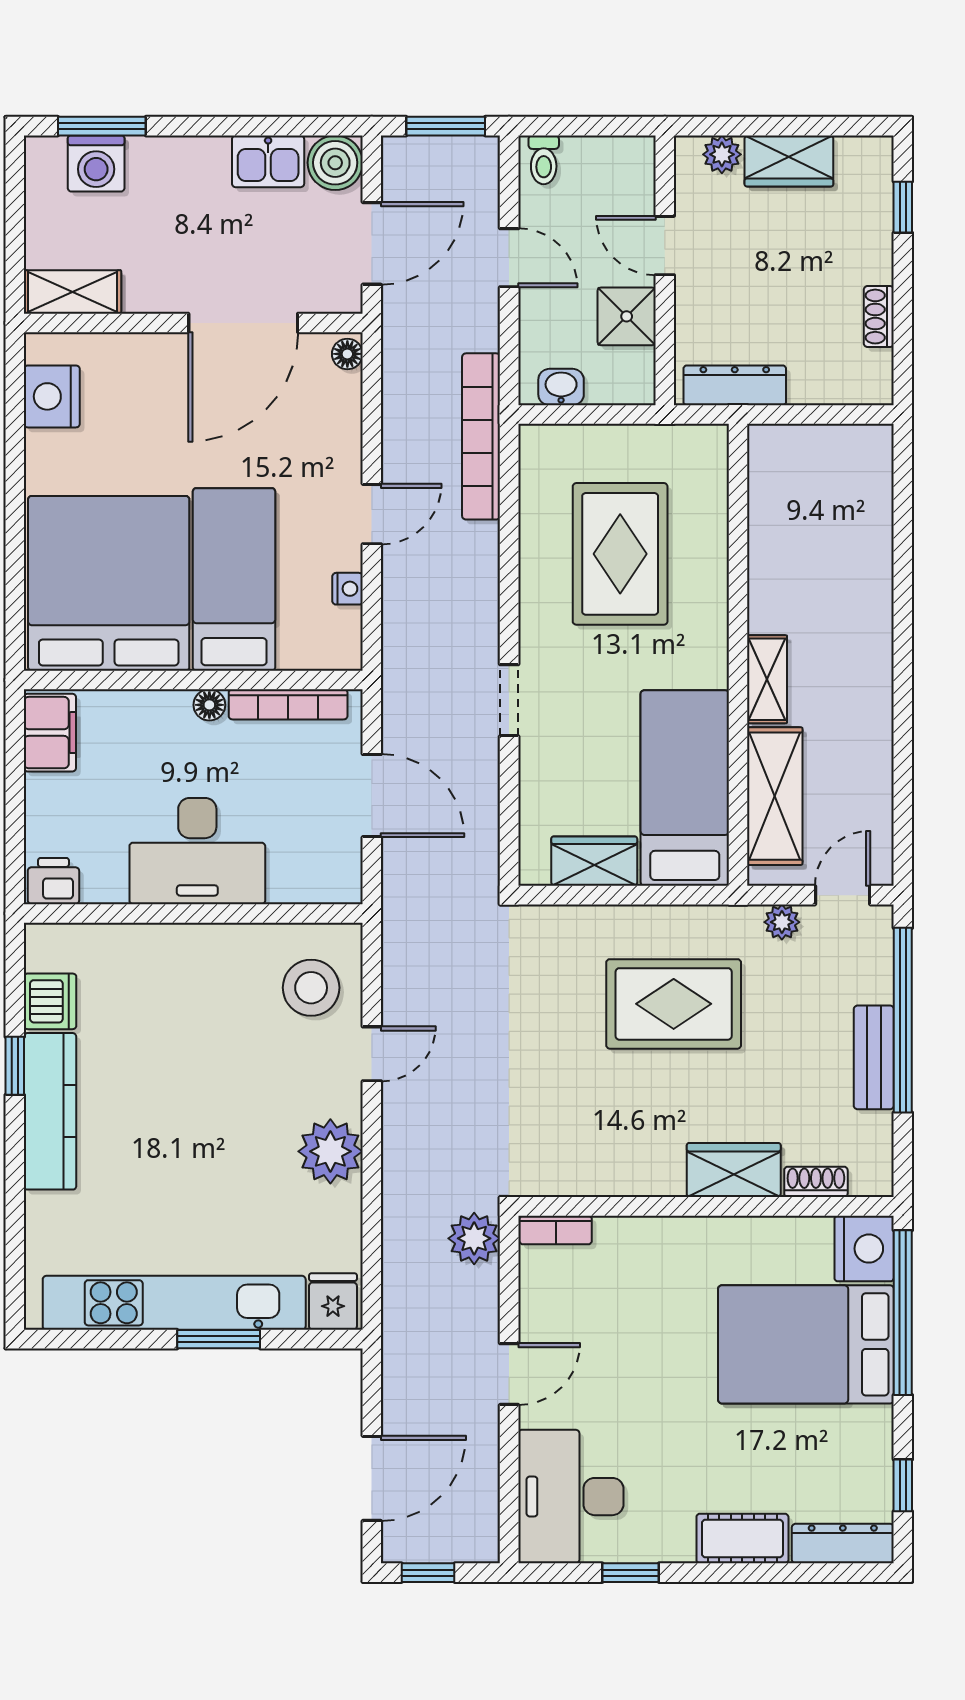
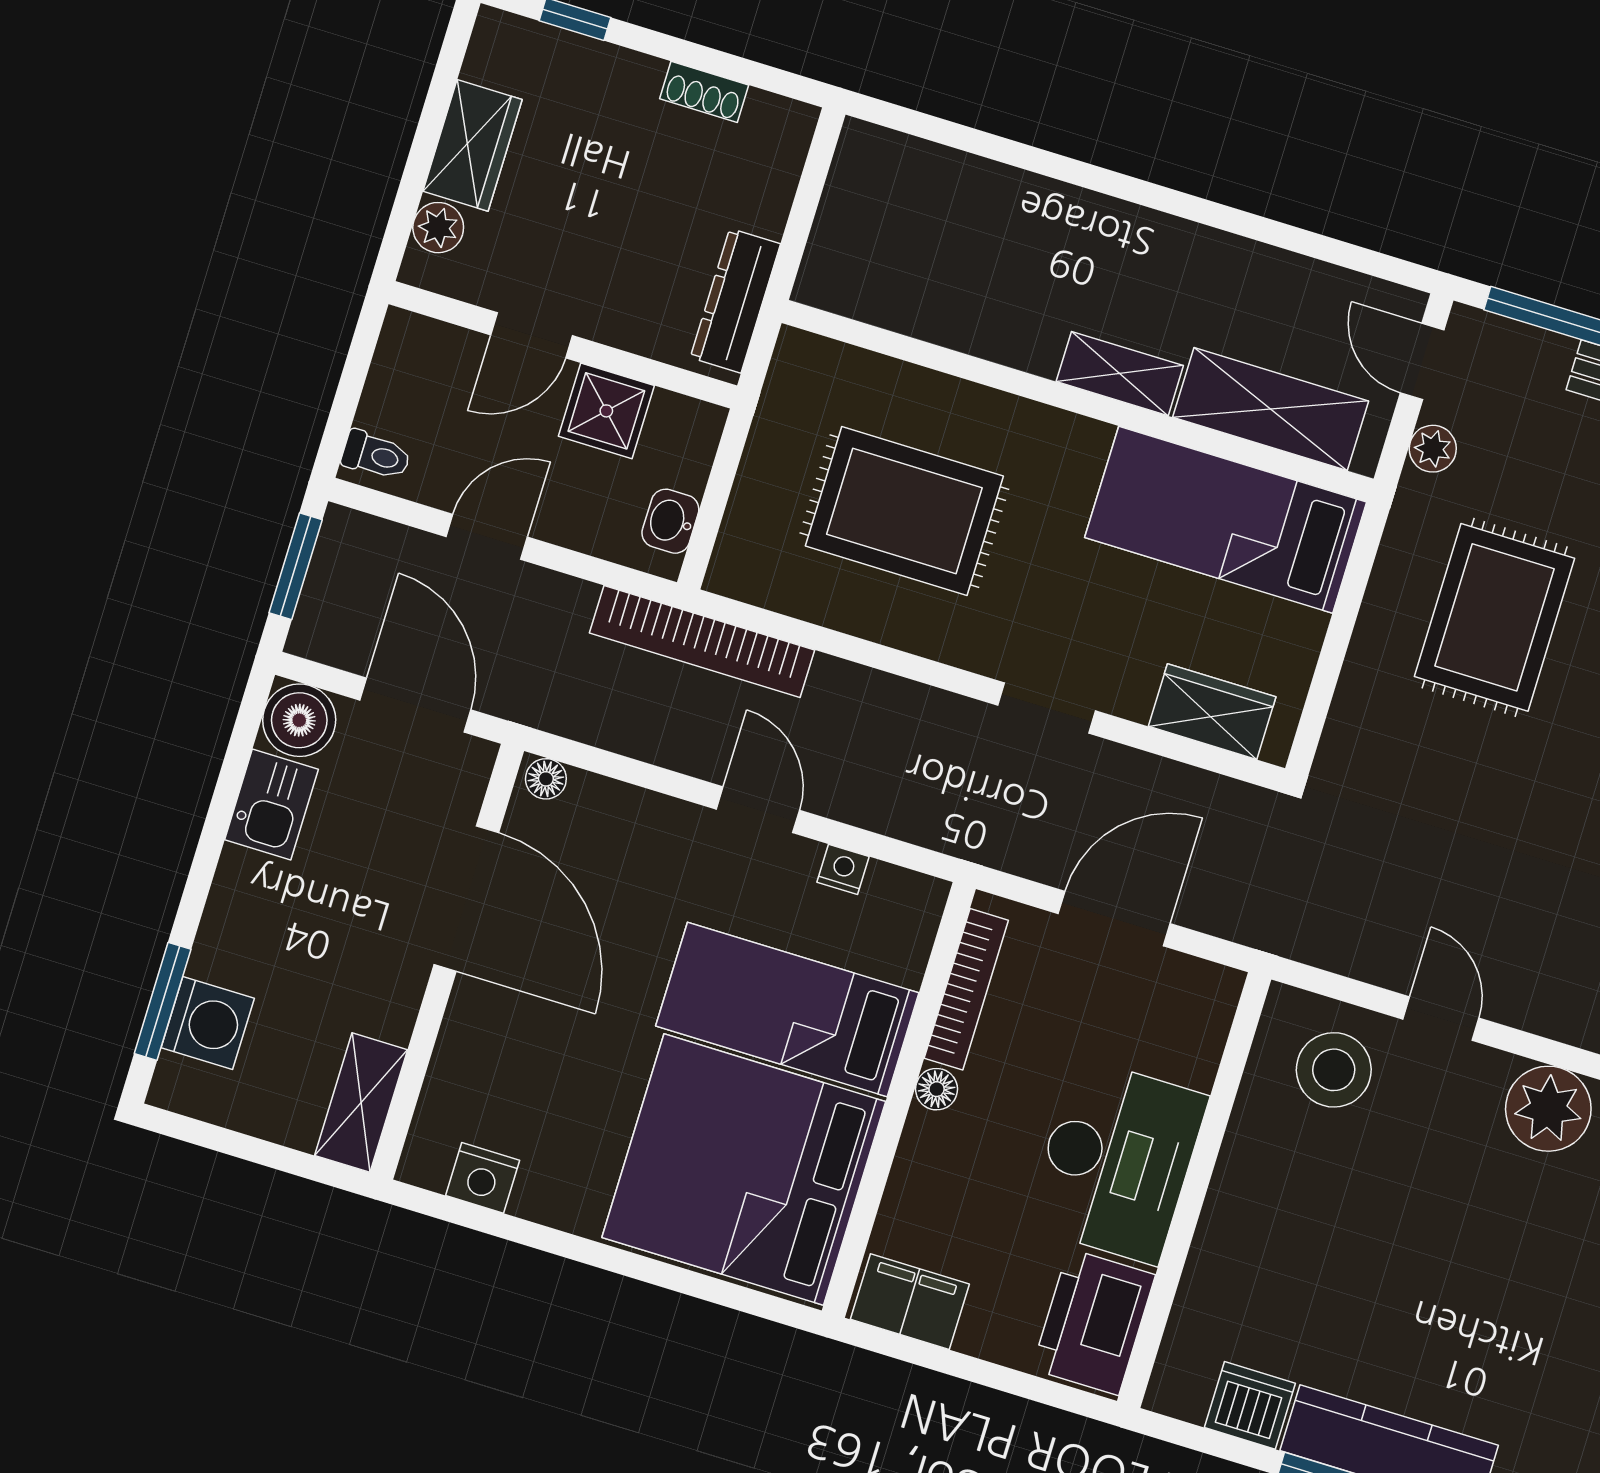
nightstand: (52, 396) -> (483, 1178), width x0.74, depth x0.75
wardrobe: (594, 861) -> (1212, 712), moved, turned 90
printer: (53, 881) -> (1094, 1322), width x1.87, depth x1.48

